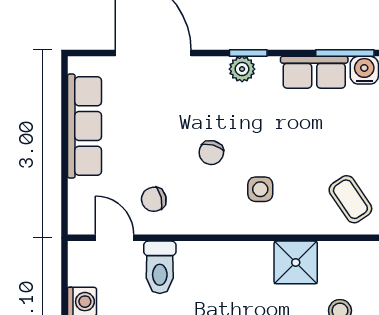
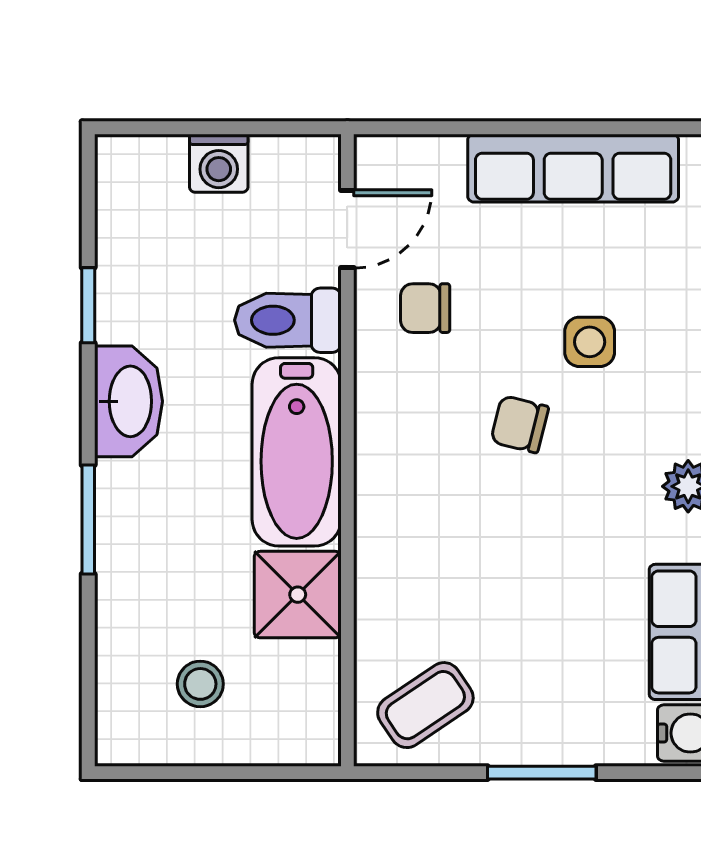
side table: (260, 189) -> (590, 342), moved
chair: (154, 199) -> (425, 308), turned -76
bathtub: (225, 263) -> (297, 452), added

